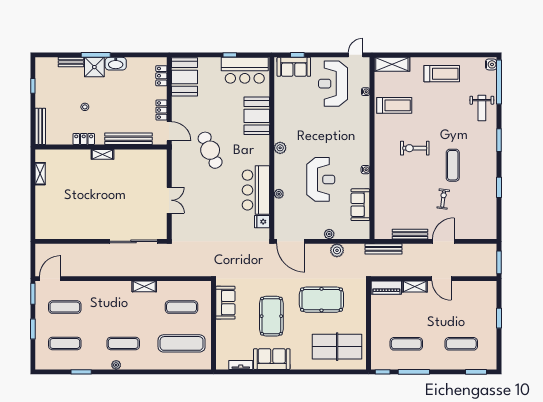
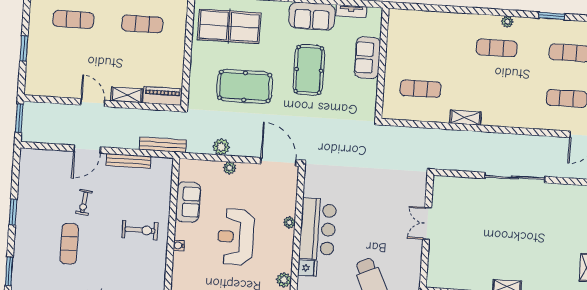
exercise bike: (415, 148) -> (140, 230), moved
fridge: (262, 222) -> (307, 268), moved
sliding door: (133, 241) -> (515, 178), moved
sofa: (225, 303) -> (367, 58), moved
exercise mat: (182, 343) -> (424, 43), removed

